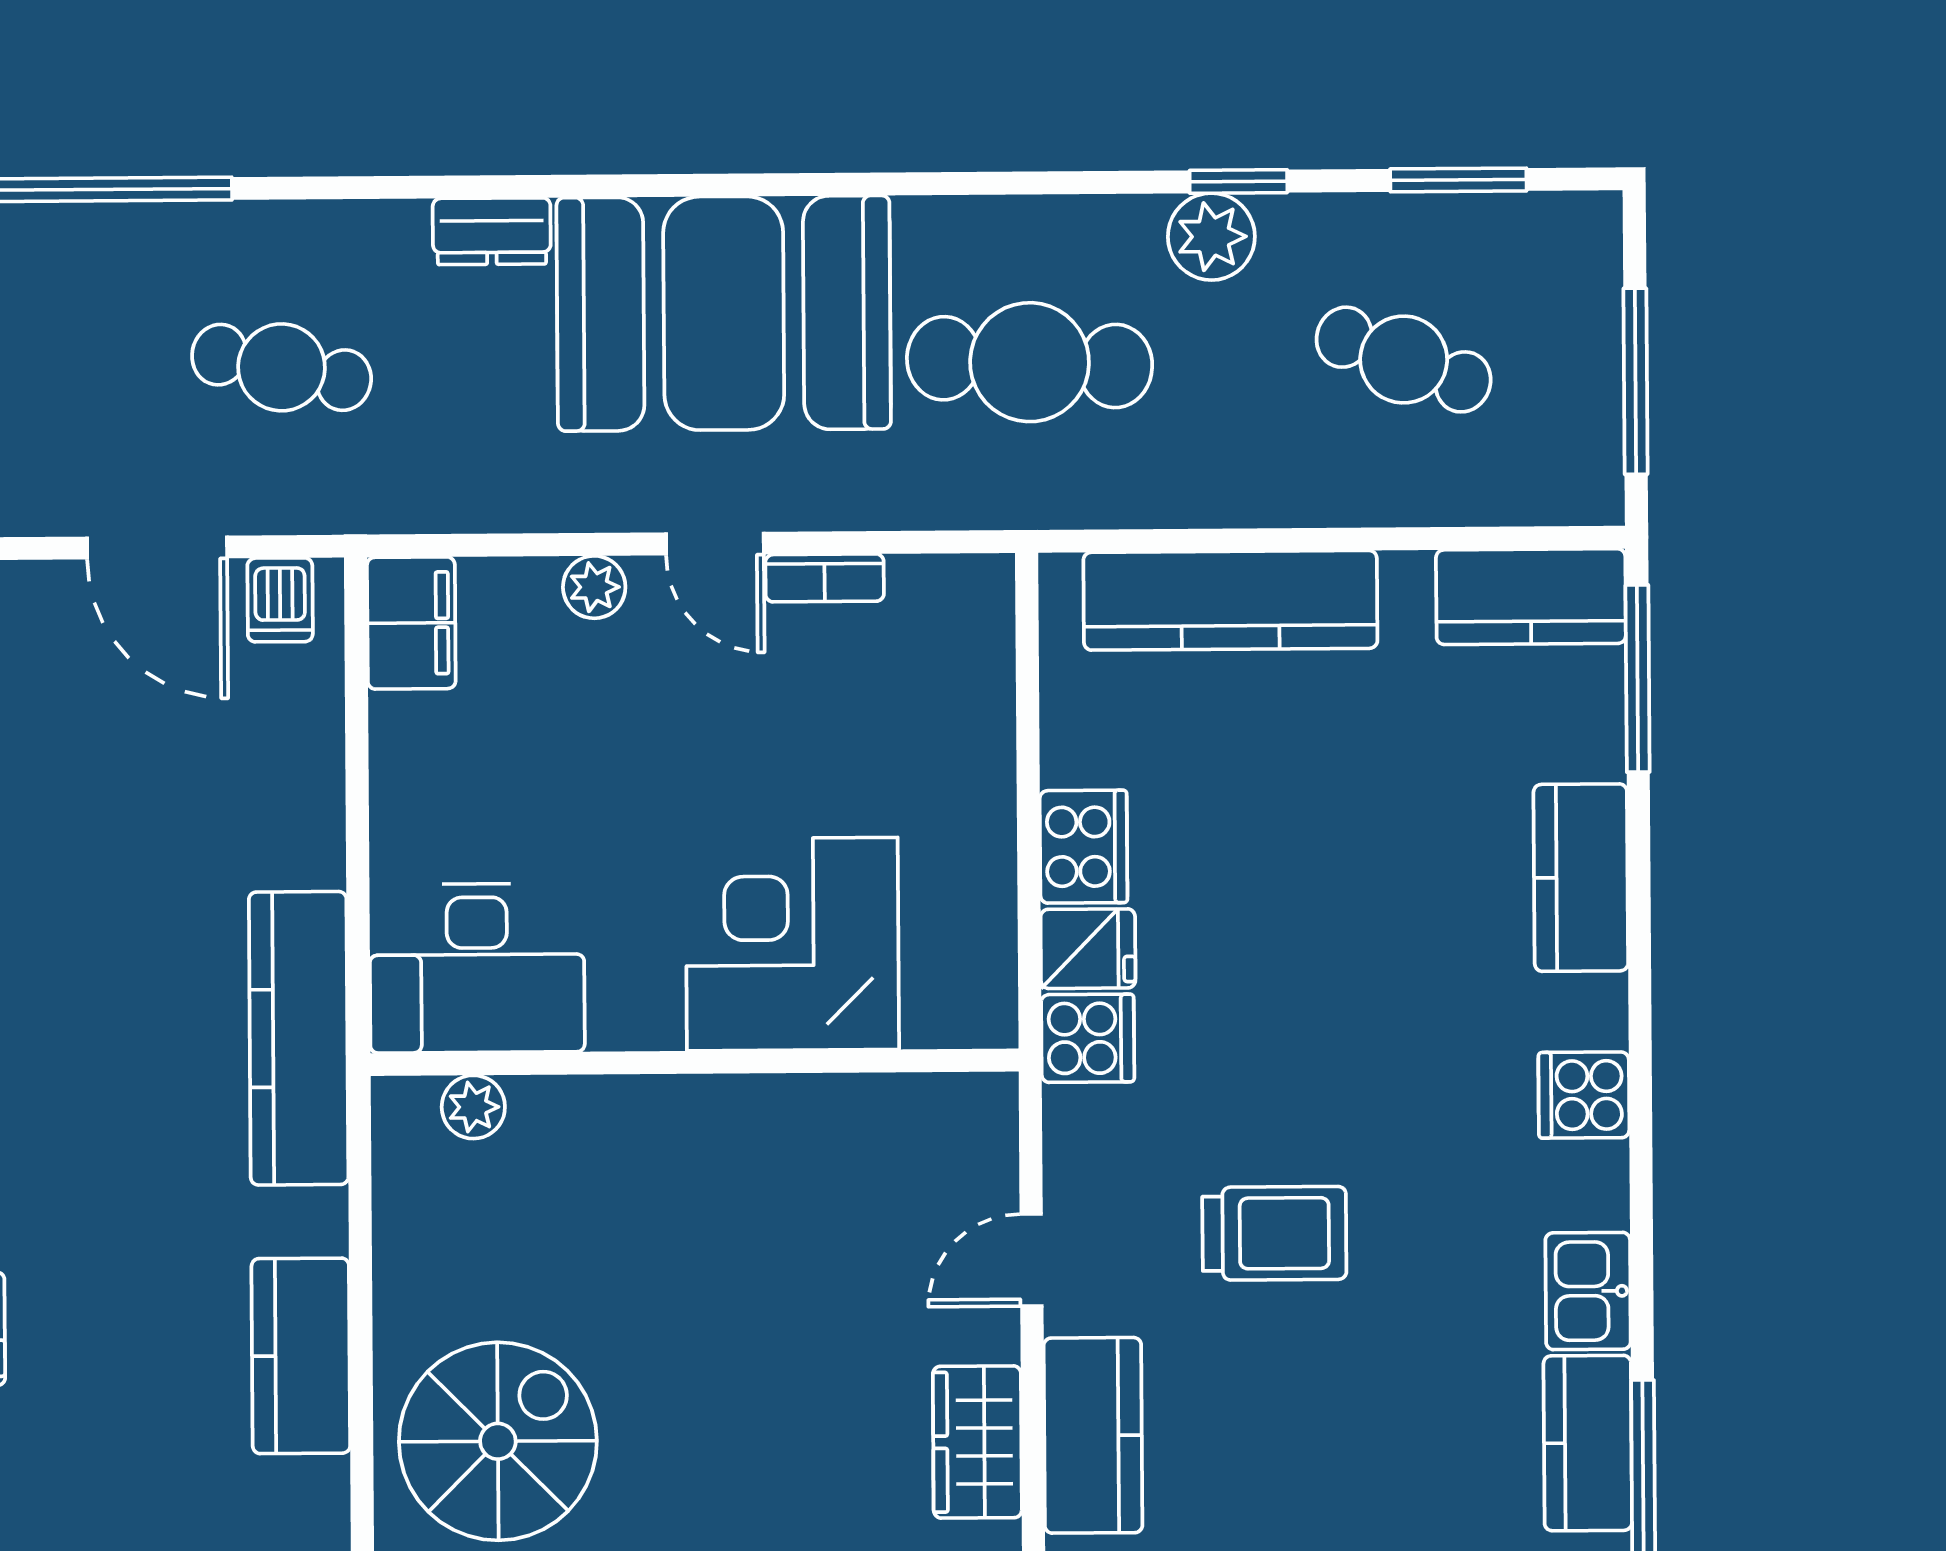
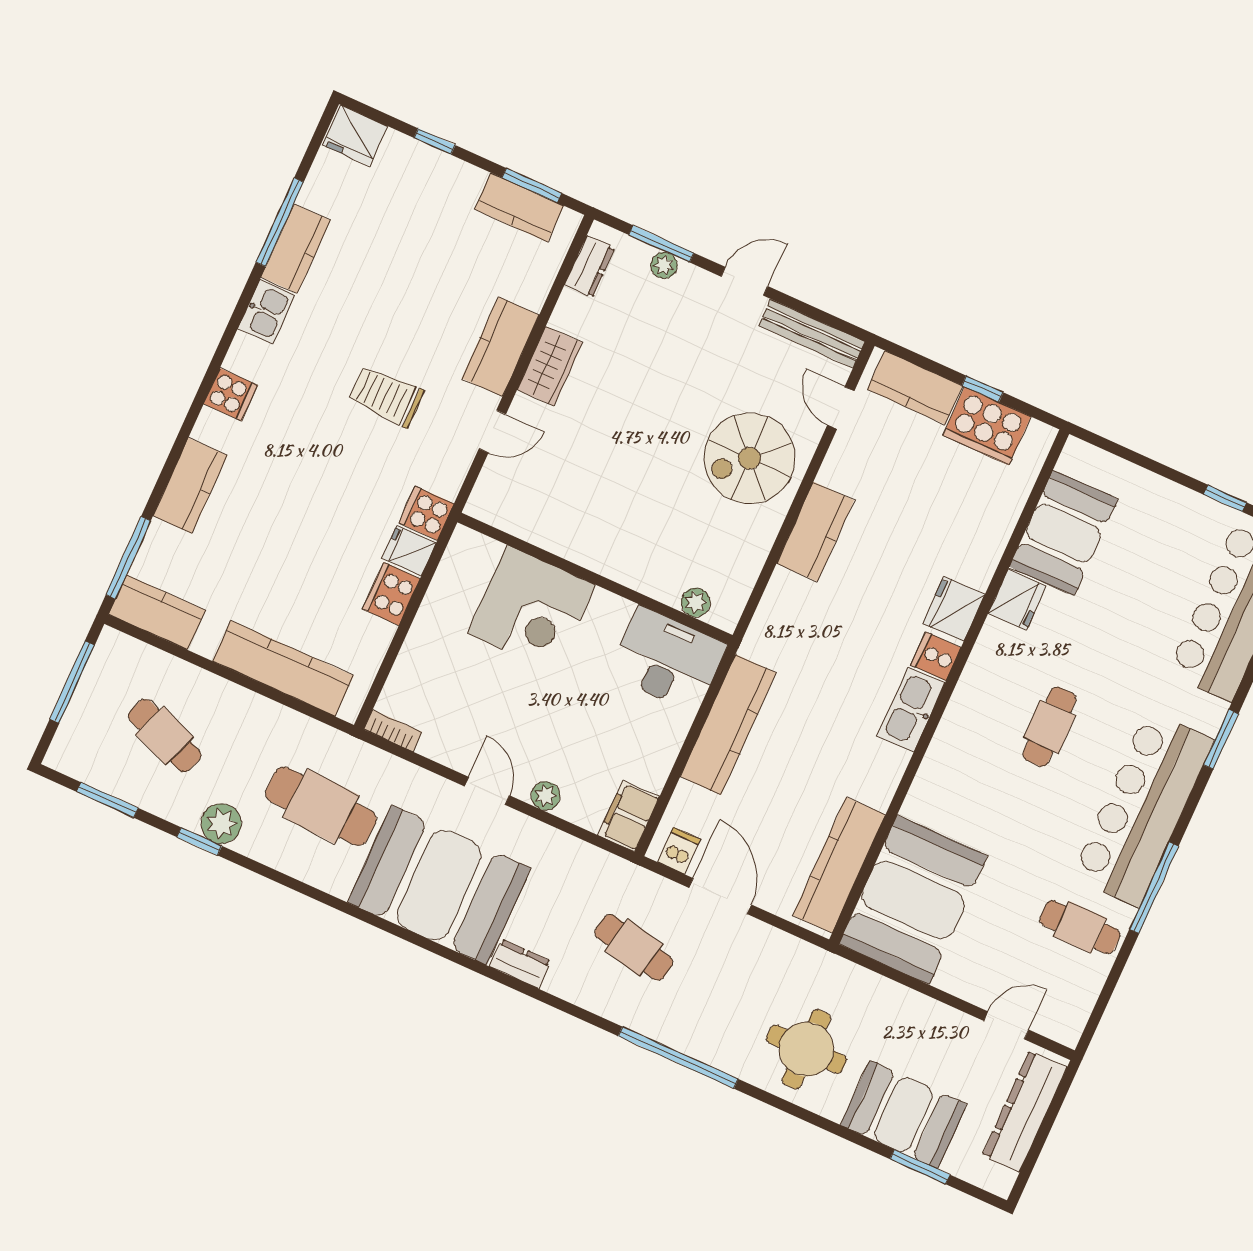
bookcase: (825, 578) -> (393, 731), moved
kitchen counter: (299, 1038) -> (728, 725), moved

